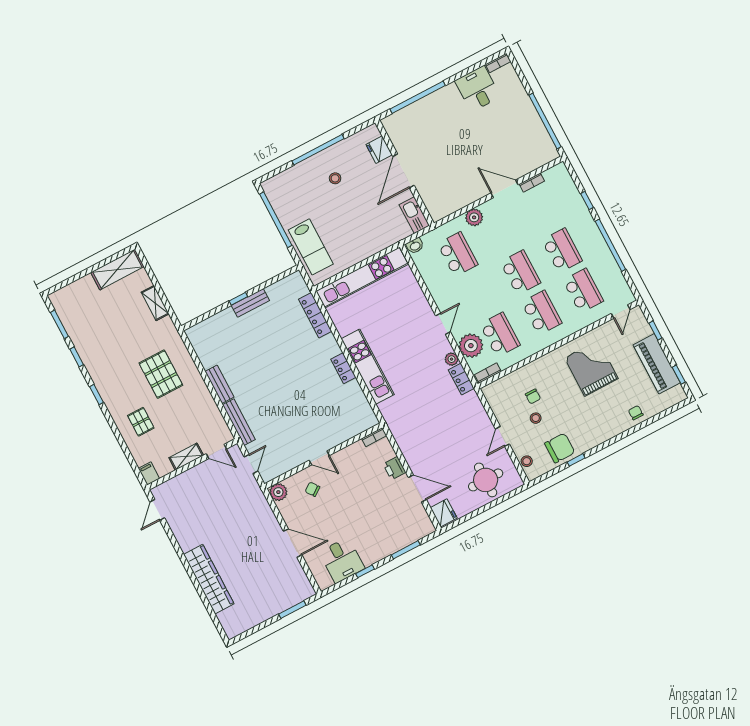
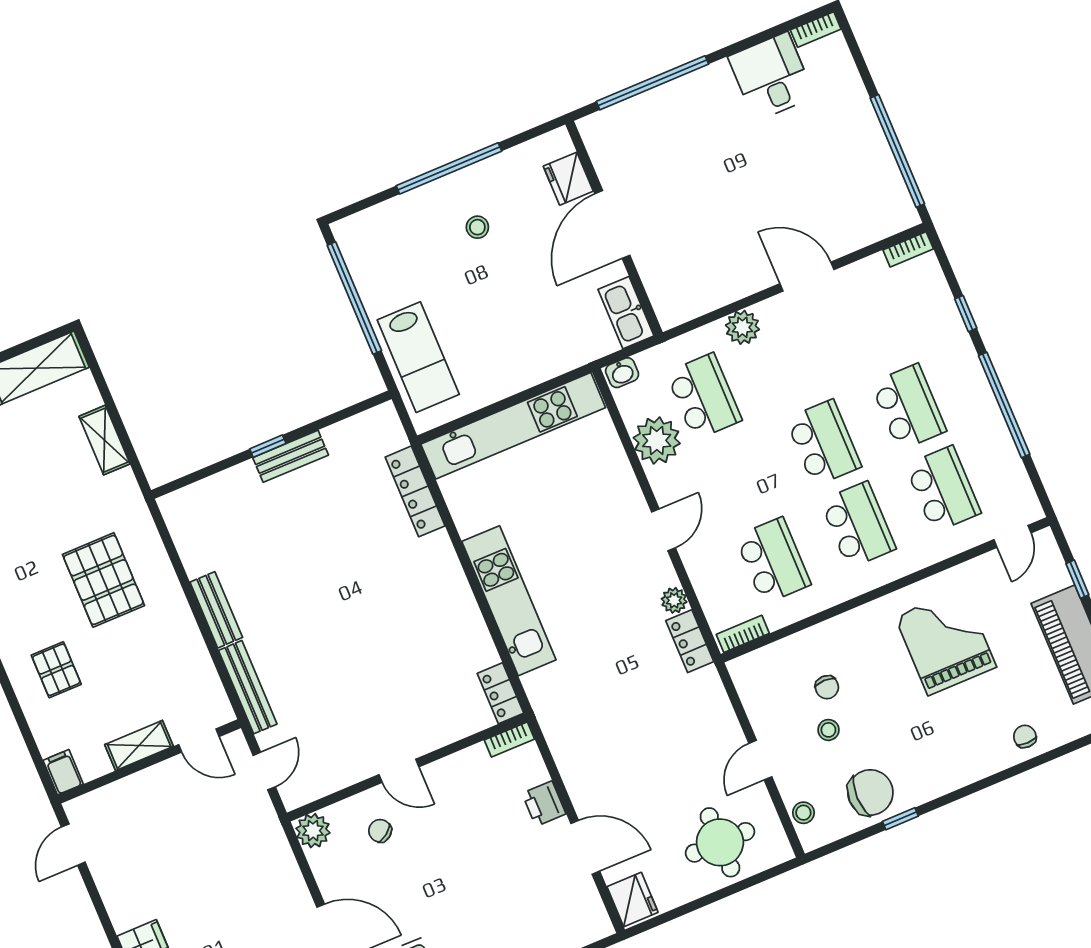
bookcase: (532, 183) -> (908, 249), moved
plant: (471, 346) -> (657, 440), moved
locker: (343, 368) -> (500, 693), moved

